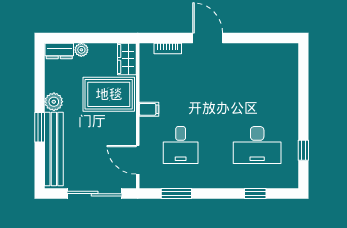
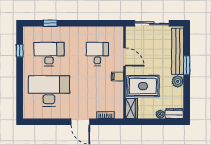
desk: (257, 87) -> (49, 91), added
door: (138, 160) -> (125, 57), moved
window: (176, 194) -> (100, 23), removed

